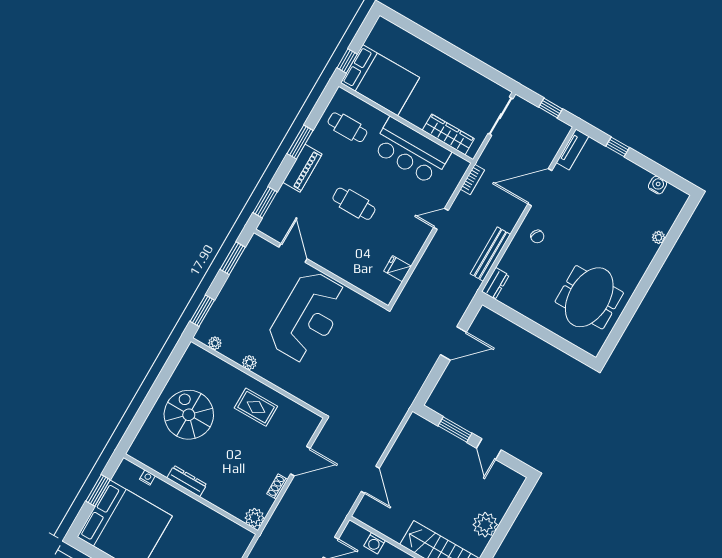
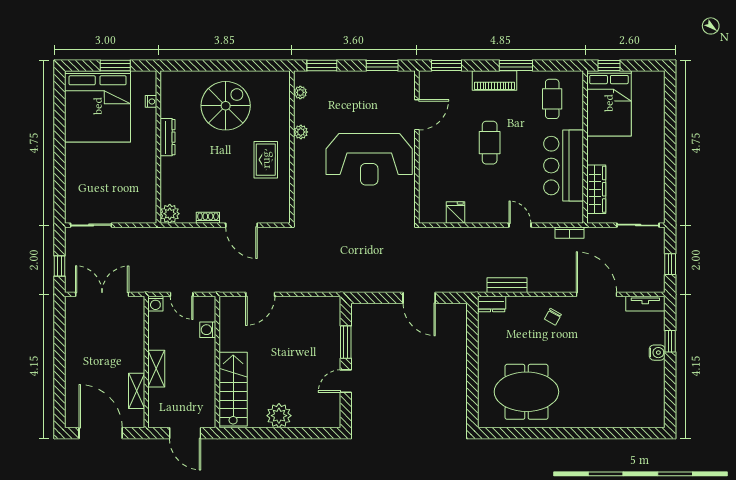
water cooler: (658, 185) -> (657, 353), moved
plant: (659, 237) -> (613, 421), removed
bench: (490, 254) -> (507, 285), width x0.73

